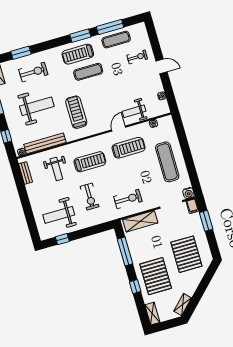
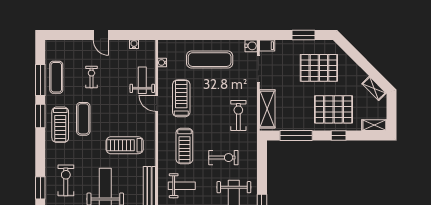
exercise bike: (137, 57) -> (91, 77), moved
door: (162, 66) -> (101, 35), swing flipped
weight bench: (134, 111) -> (142, 80), turned 180
treadmill: (90, 162) -> (184, 146), turned 180
window: (206, 221) -> (304, 35), moved

